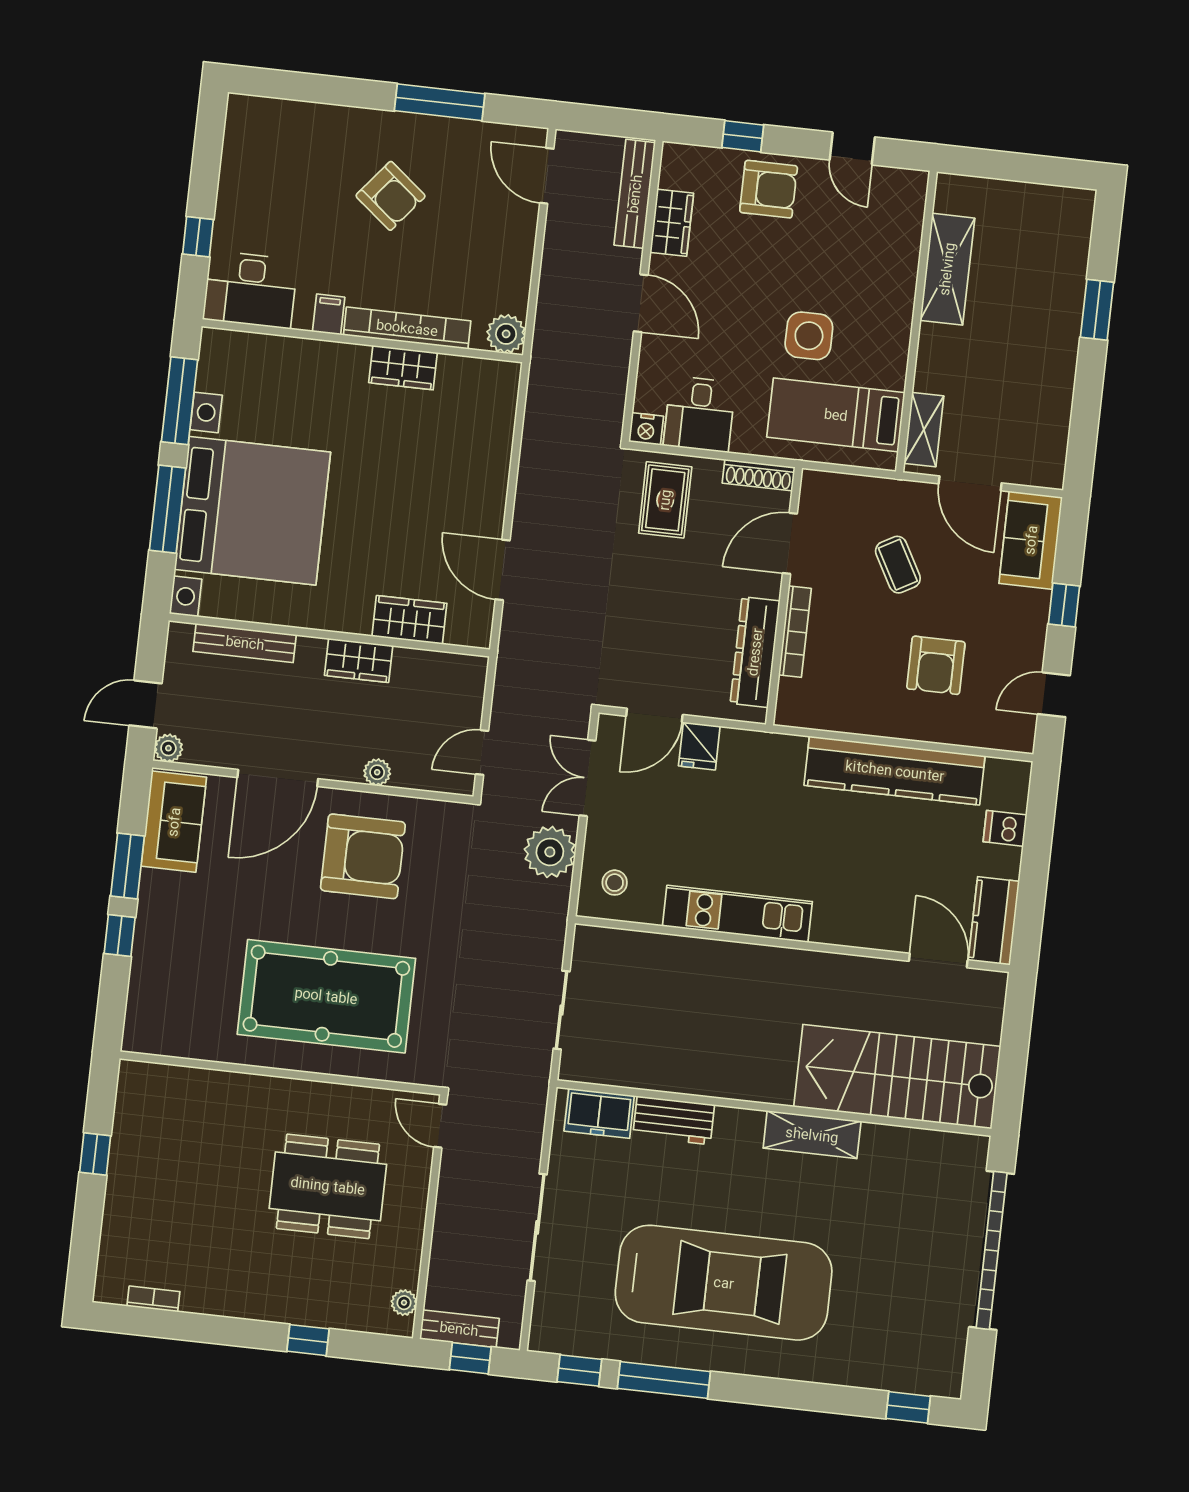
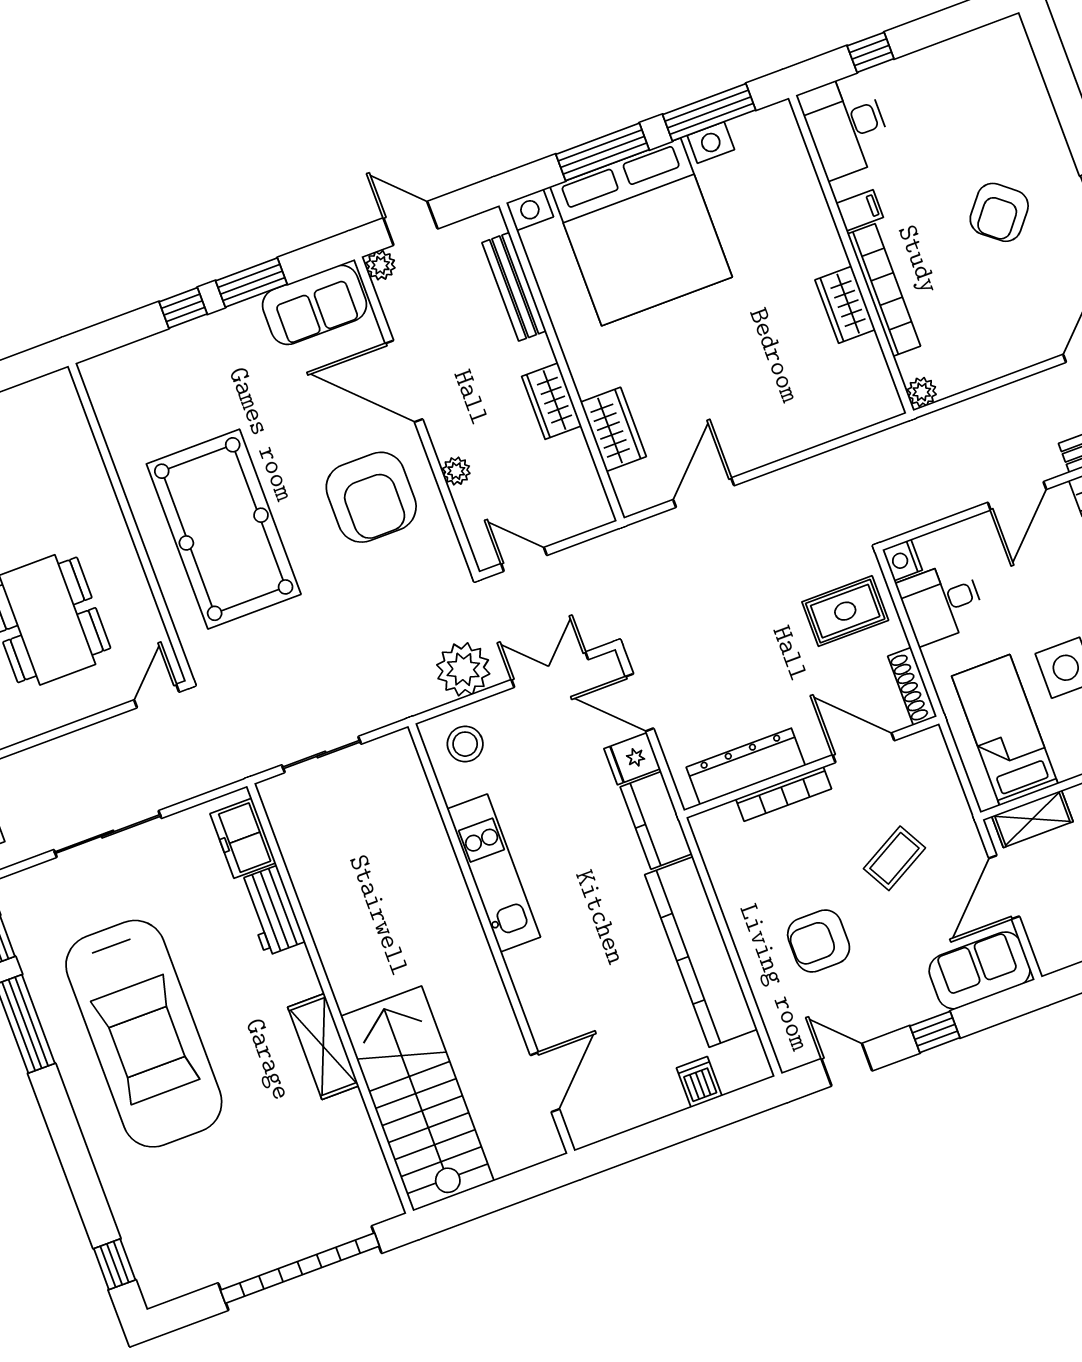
plant: (506, 334) -> (922, 392), width x0.73, depth x0.73
stool: (615, 883) -> (465, 744), width x1.37, depth x1.37
kitchen counter: (994, 921) -> (656, 820), moved, turned -90

